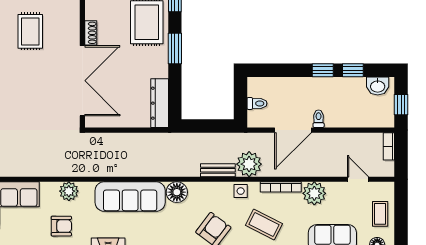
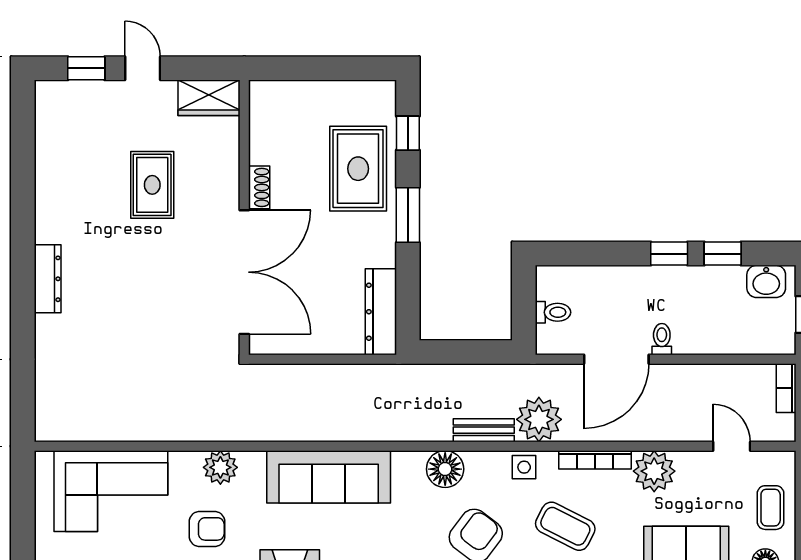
floor lamp: (177, 192) -> (445, 469), moved

